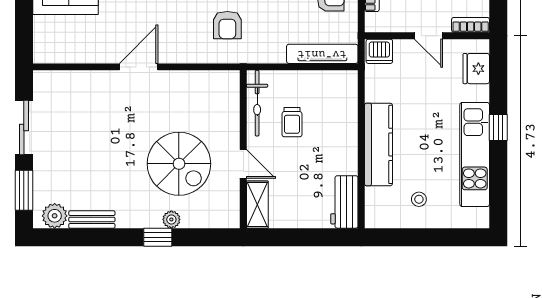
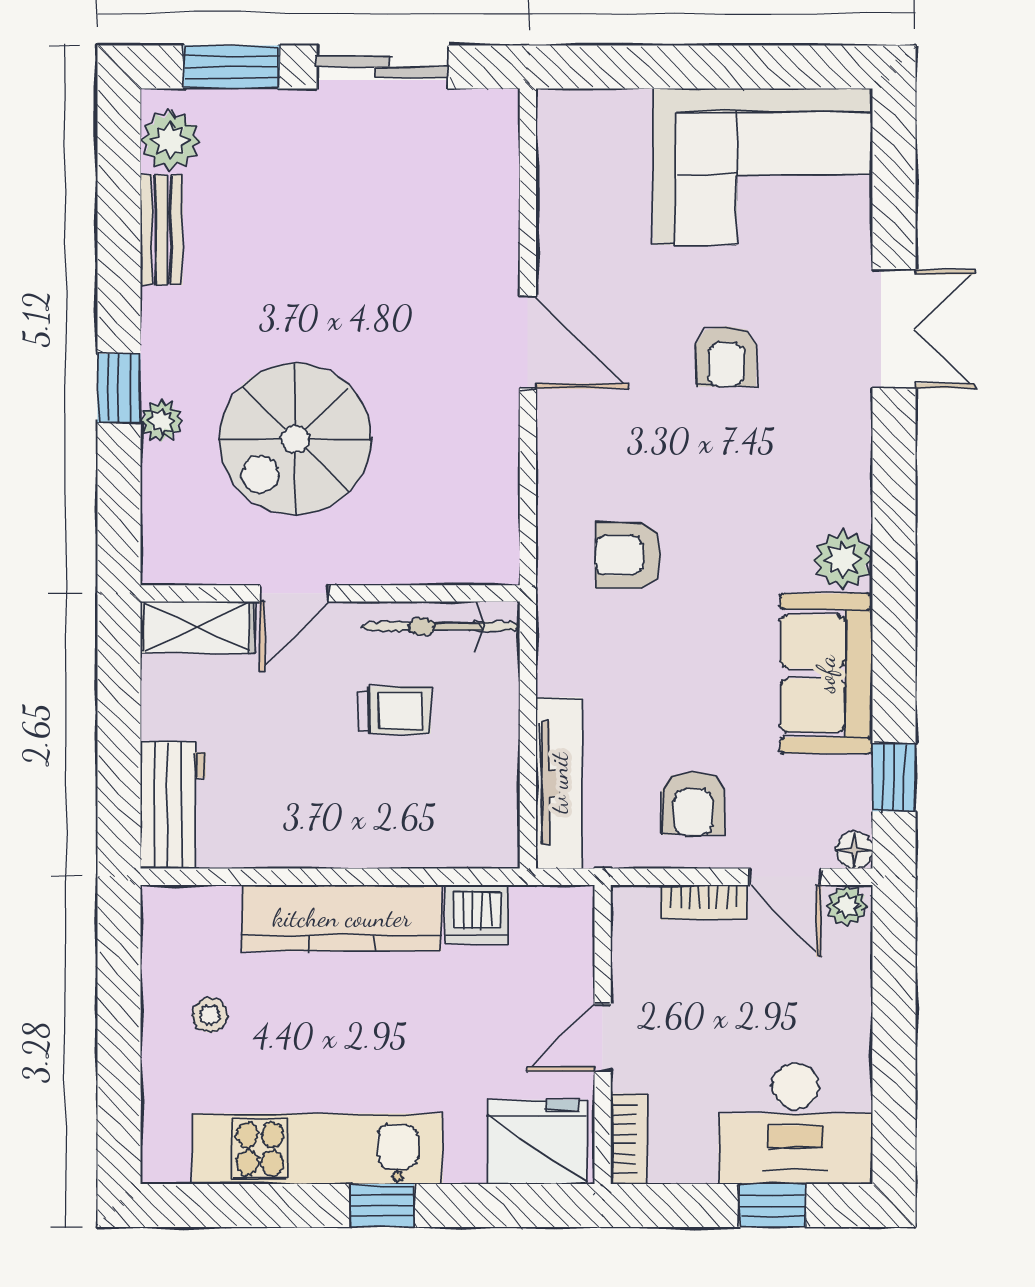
dishwasher: (379, 51) -> (477, 914), moved, turned -90
fridge: (476, 69) -> (537, 1142), width x1.36, depth x1.34
trolley: (292, 122) -> (395, 710), turned 180
workbench: (344, 202) -> (173, 805), moved, turned 90

